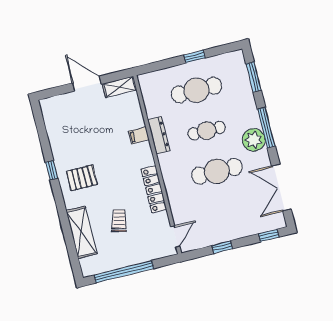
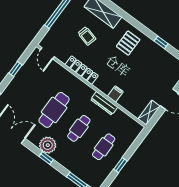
cafe table: (196, 90) -> (104, 147), width x0.73, depth x0.74
window: (266, 128) -> (46, 158), width x0.46
window: (52, 170) -> (161, 42), moved

